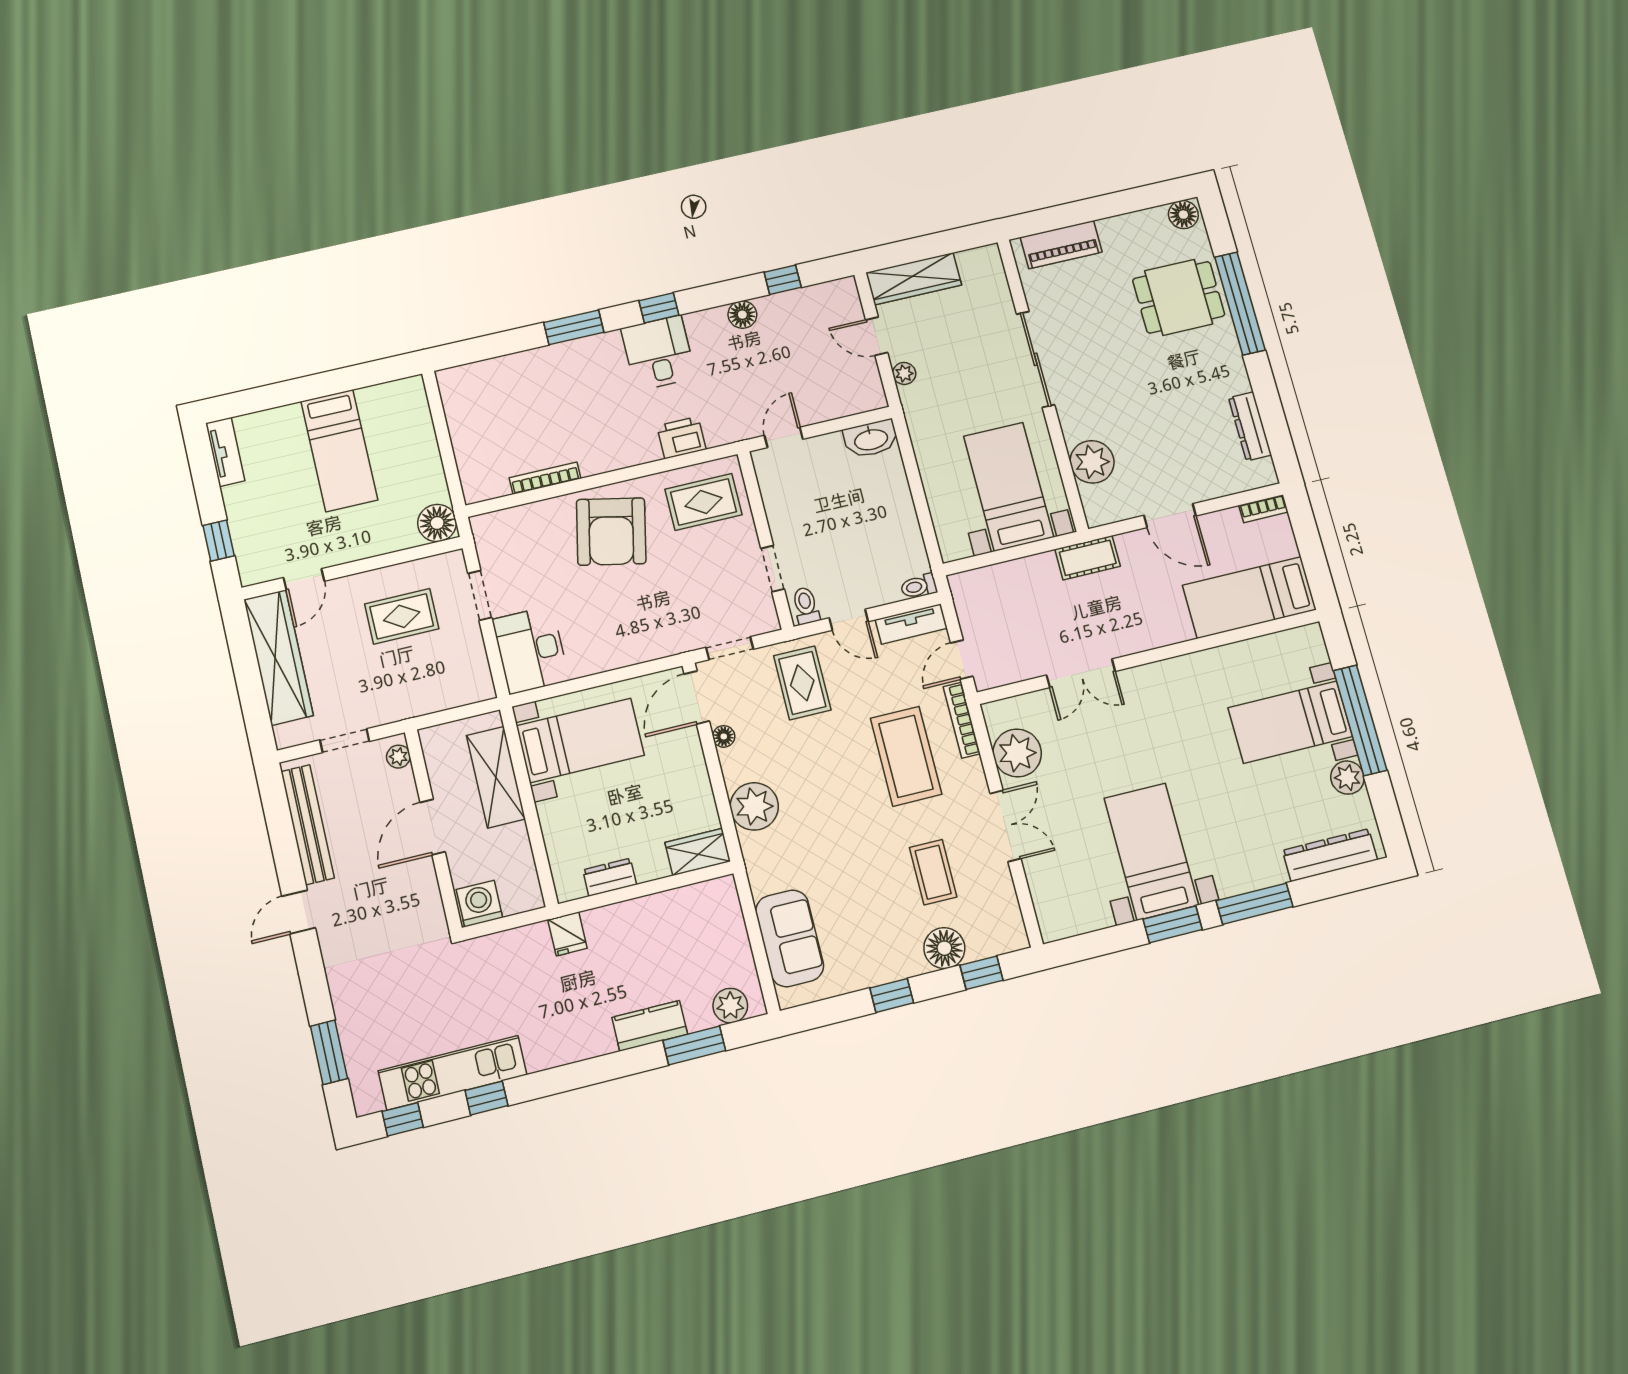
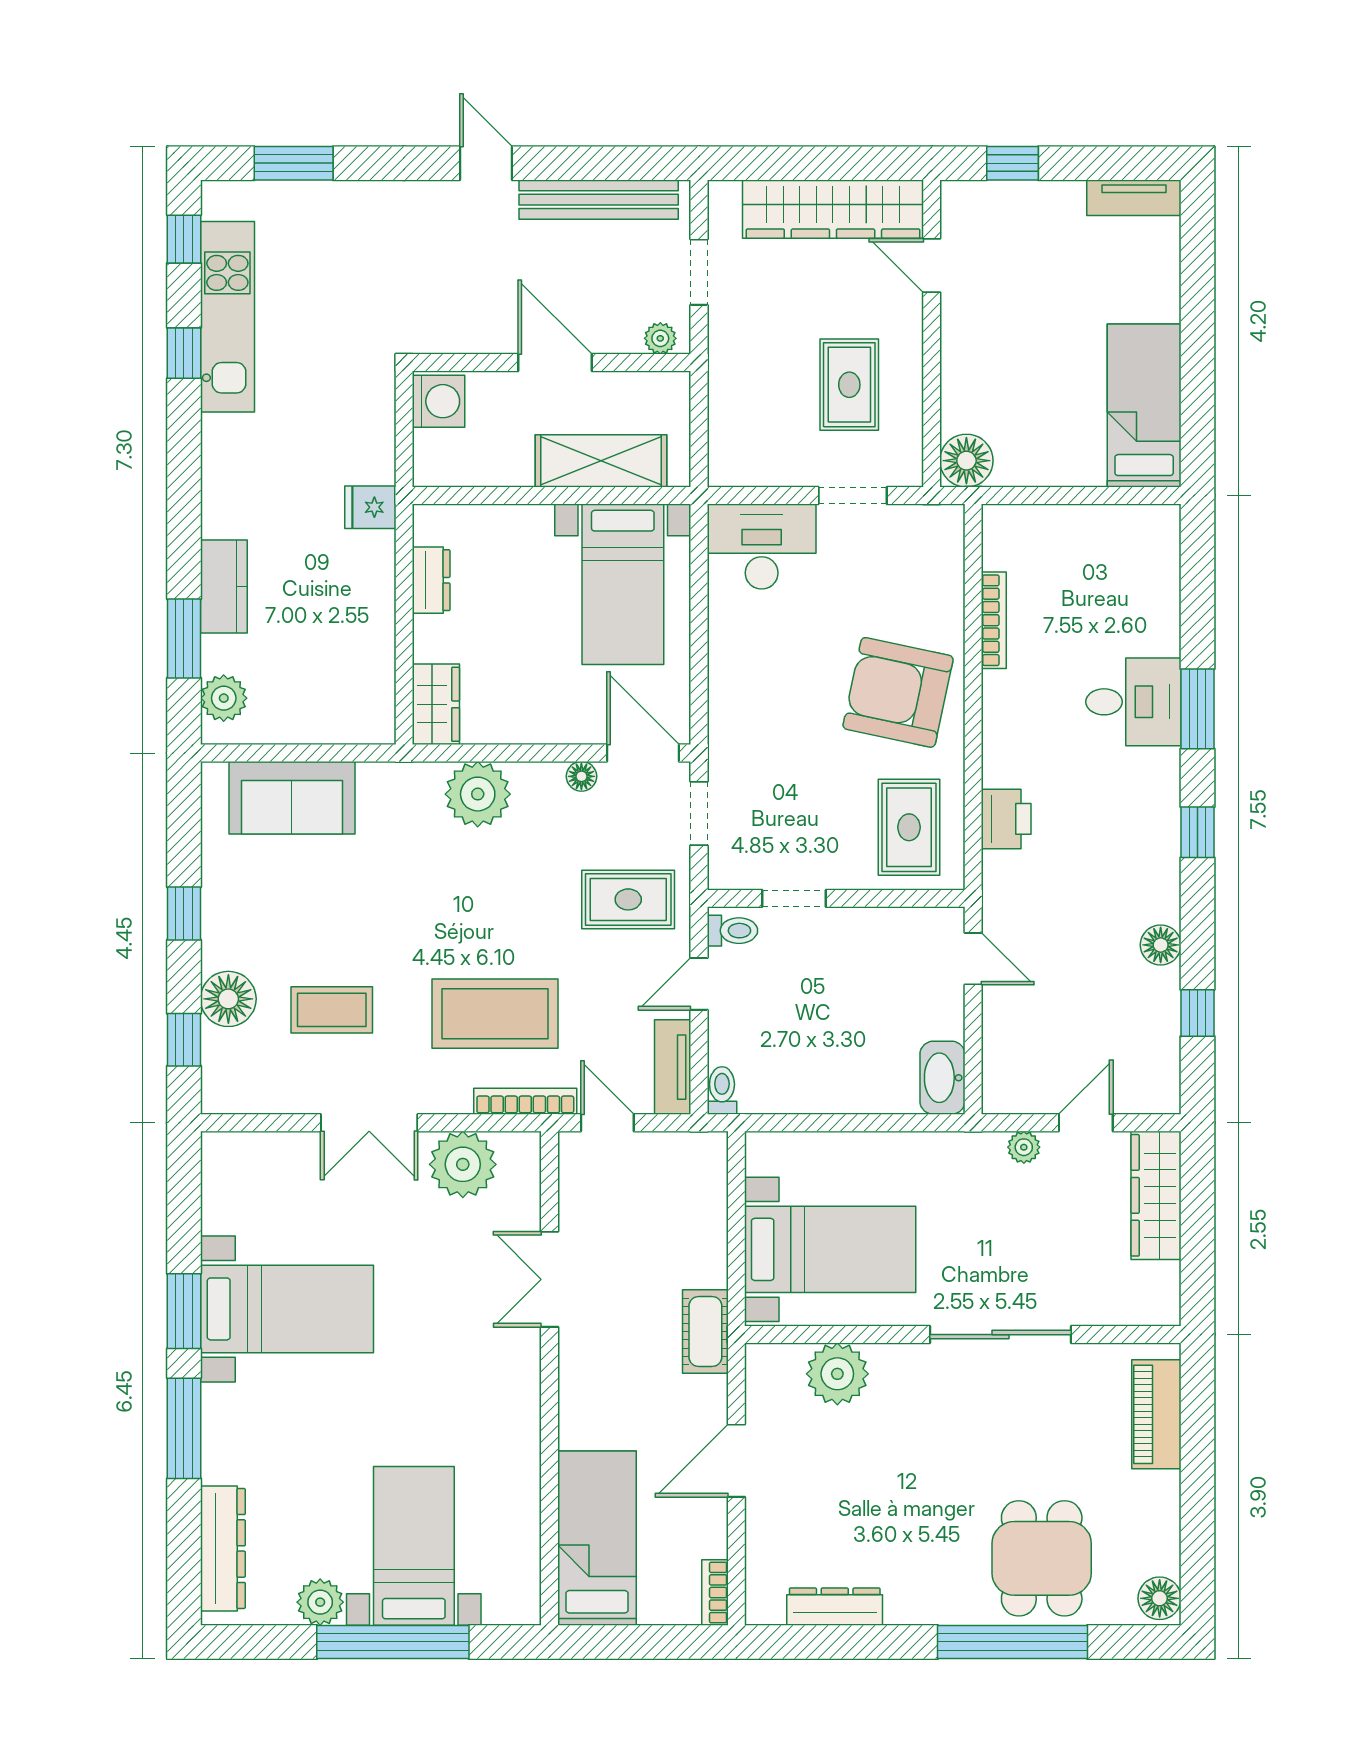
desk: (658, 353) -> (1133, 702), moved
bed: (339, 450) -> (1144, 405), moved, turned 90

